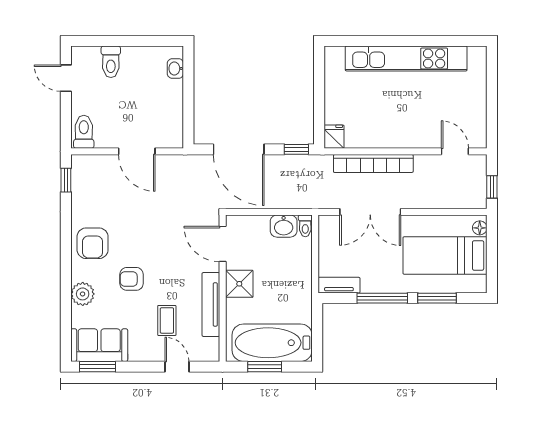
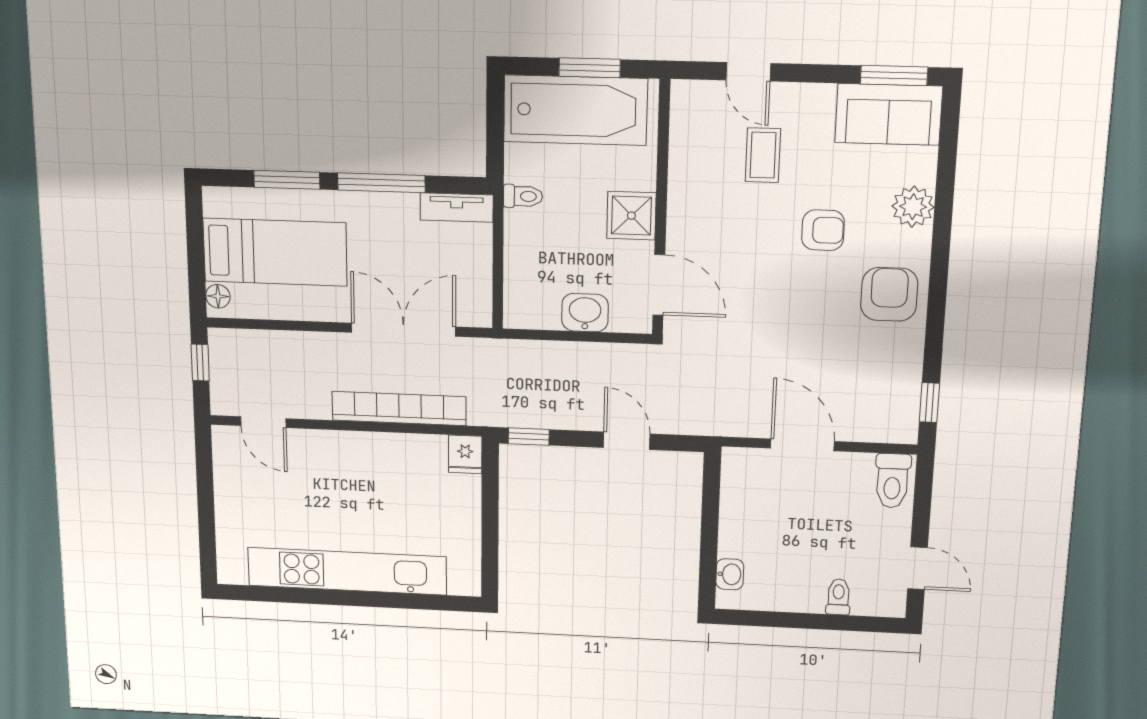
toilet: (111, 62) -> (838, 597), width x0.73, depth x0.72
door: (239, 149) -> (627, 441), width x0.53
washbasin: (284, 226) -> (585, 313), moved
toilet: (305, 226) -> (523, 196), moved, turned 90
tv unit: (211, 304) -> (683, 181), removed

